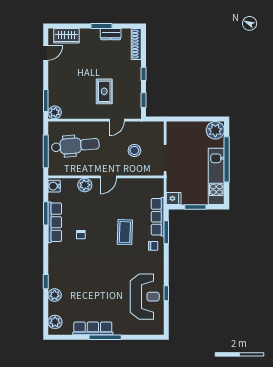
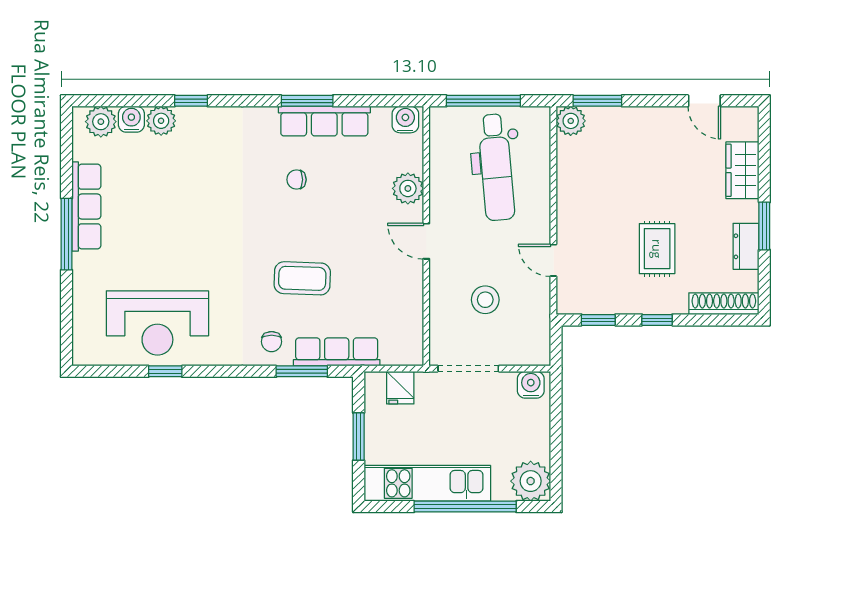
wardrobe: (66, 36) -> (742, 170), moved
rug: (104, 91) -> (657, 249), moved, turned 90
water cooler: (172, 130) -> (531, 385), added
fridge: (174, 198) -> (400, 388), moved
window: (46, 213) -> (307, 101), moved
water cooler: (54, 308) -> (131, 119), added

